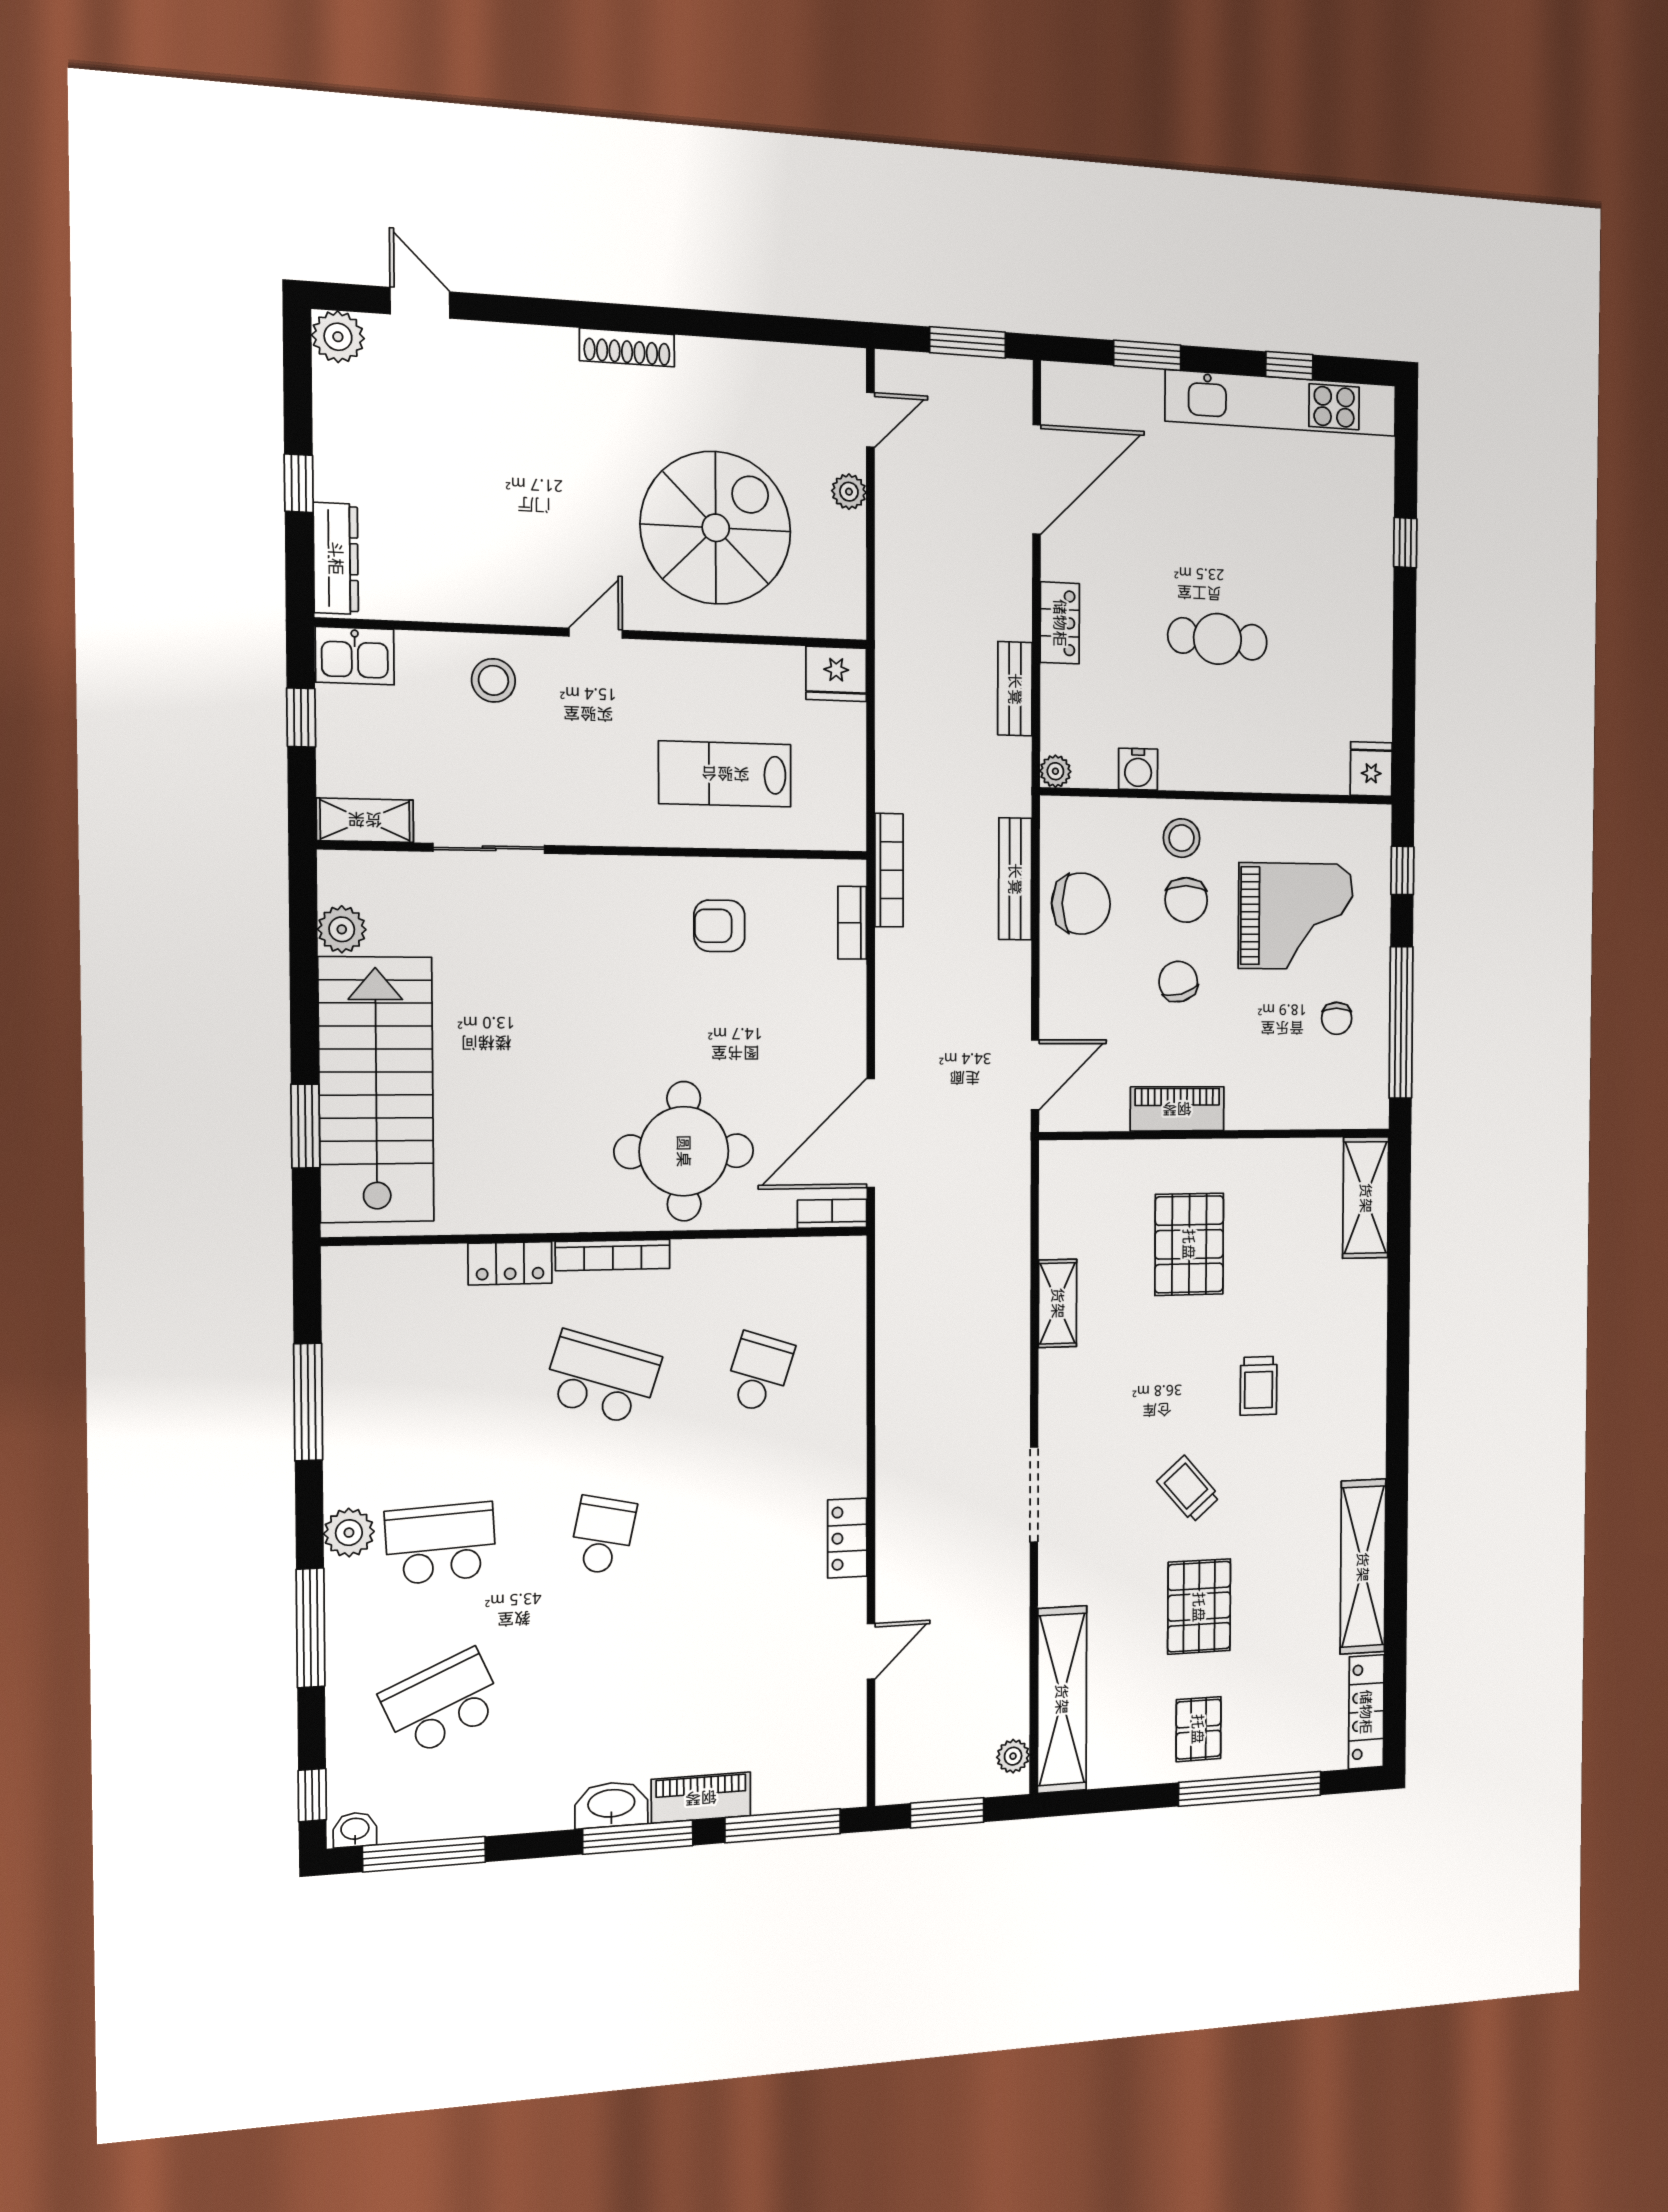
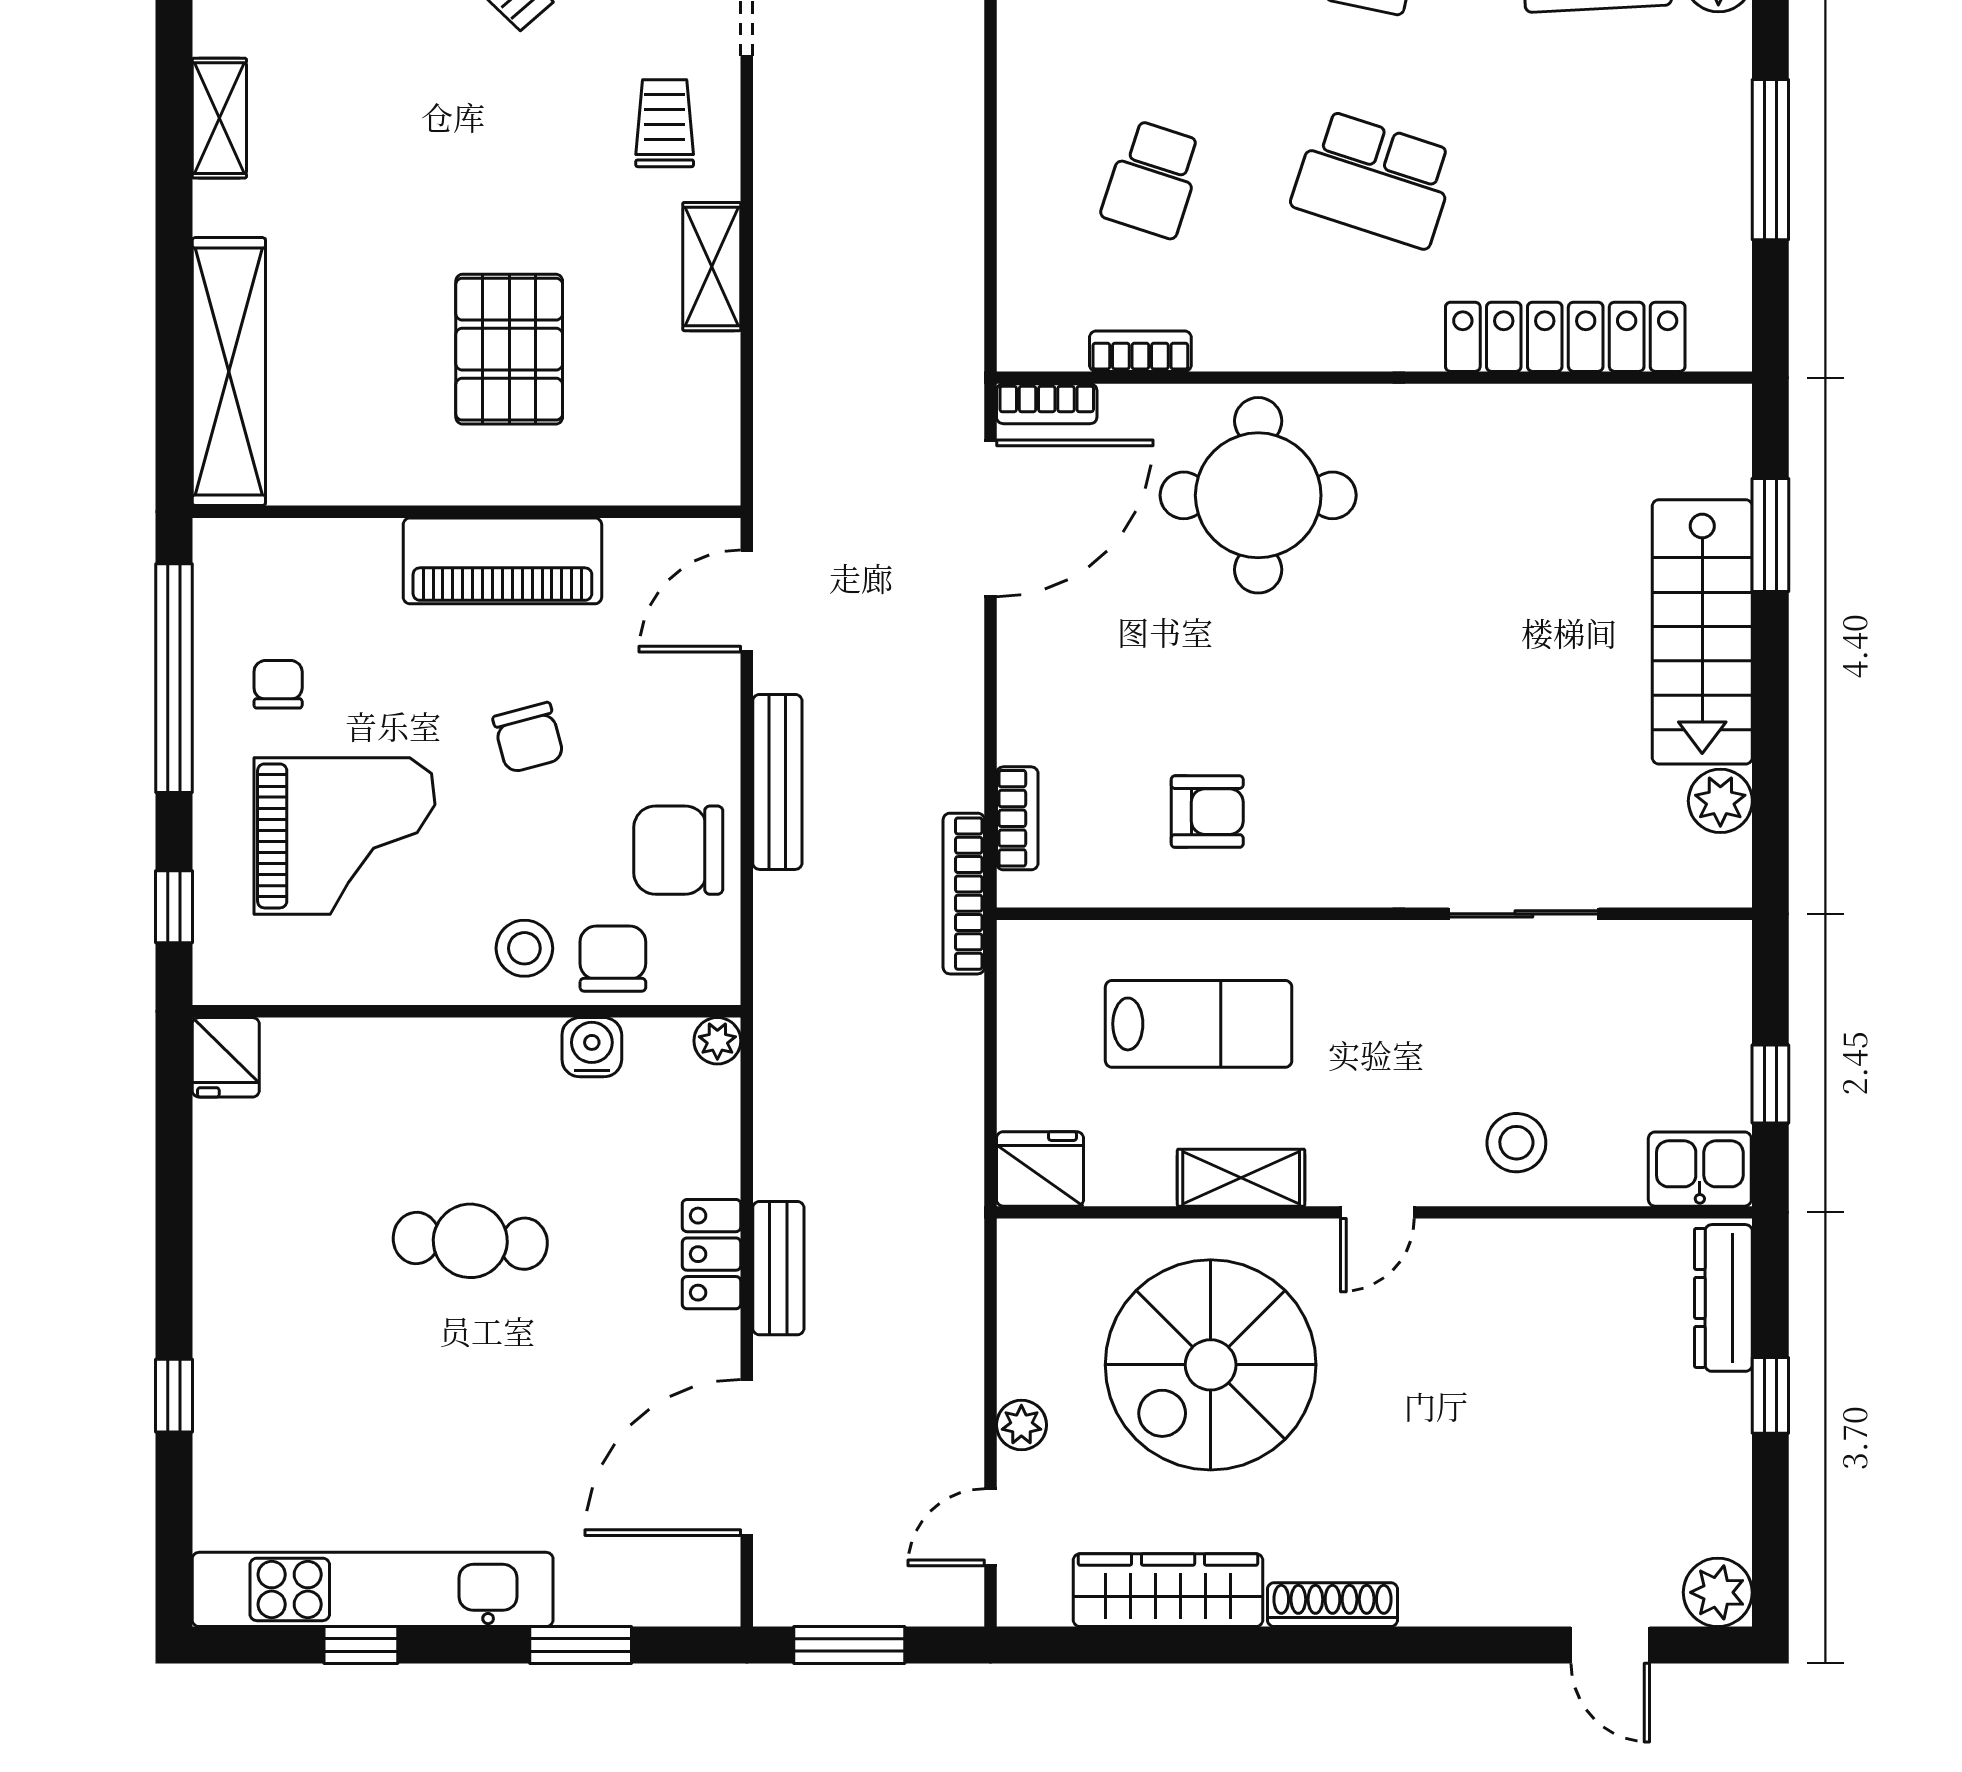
wardrobe: (746, 366) -> (1168, 1590), added
bench: (1015, 689) -> (778, 1268), moved
shelving: (365, 820) -> (1241, 1178), moved
bench: (1015, 879) -> (777, 782), moved
chair: (1186, 900) -> (613, 959), moved
grand piano: (1296, 916) -> (344, 836), turned 180
stairs: (376, 1090) -> (1702, 632), width x0.73, depth x0.66
piano: (1177, 1109) -> (502, 561), width x1.37, depth x1.33
shelving: (1366, 1198) -> (229, 372), width x1.47
bookcase: (613, 1255) -> (1140, 351), moved, width x0.64
locker: (510, 1263) -> (1565, 337), width x2.16, depth x1.21
trolley: (1259, 1386) -> (665, 123), moved
shelving: (1370, 1392) -> (219, 118), added

